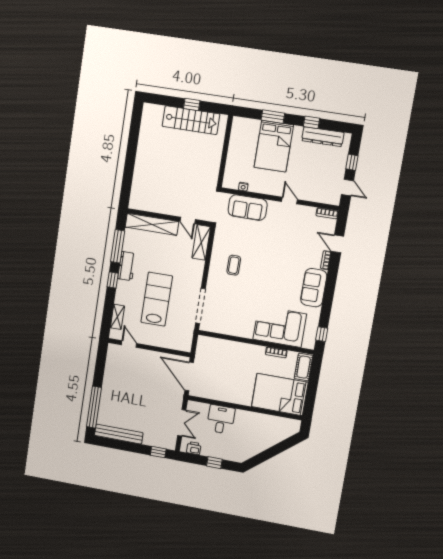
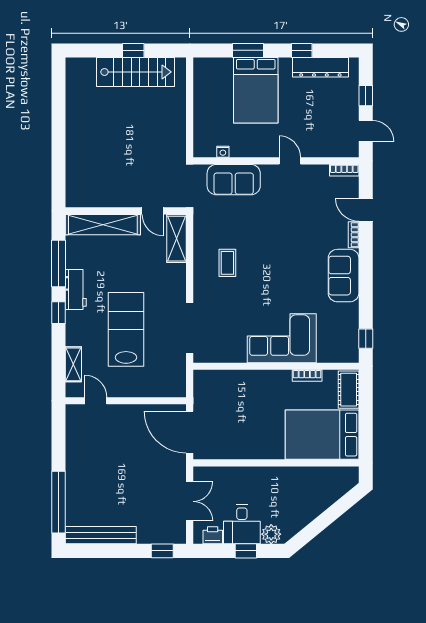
corner sofa: (280, 327) -> (282, 338), moved
desk: (221, 419) -> (242, 524), moved, turned 180
plant: (234, 455) -> (271, 534), added

